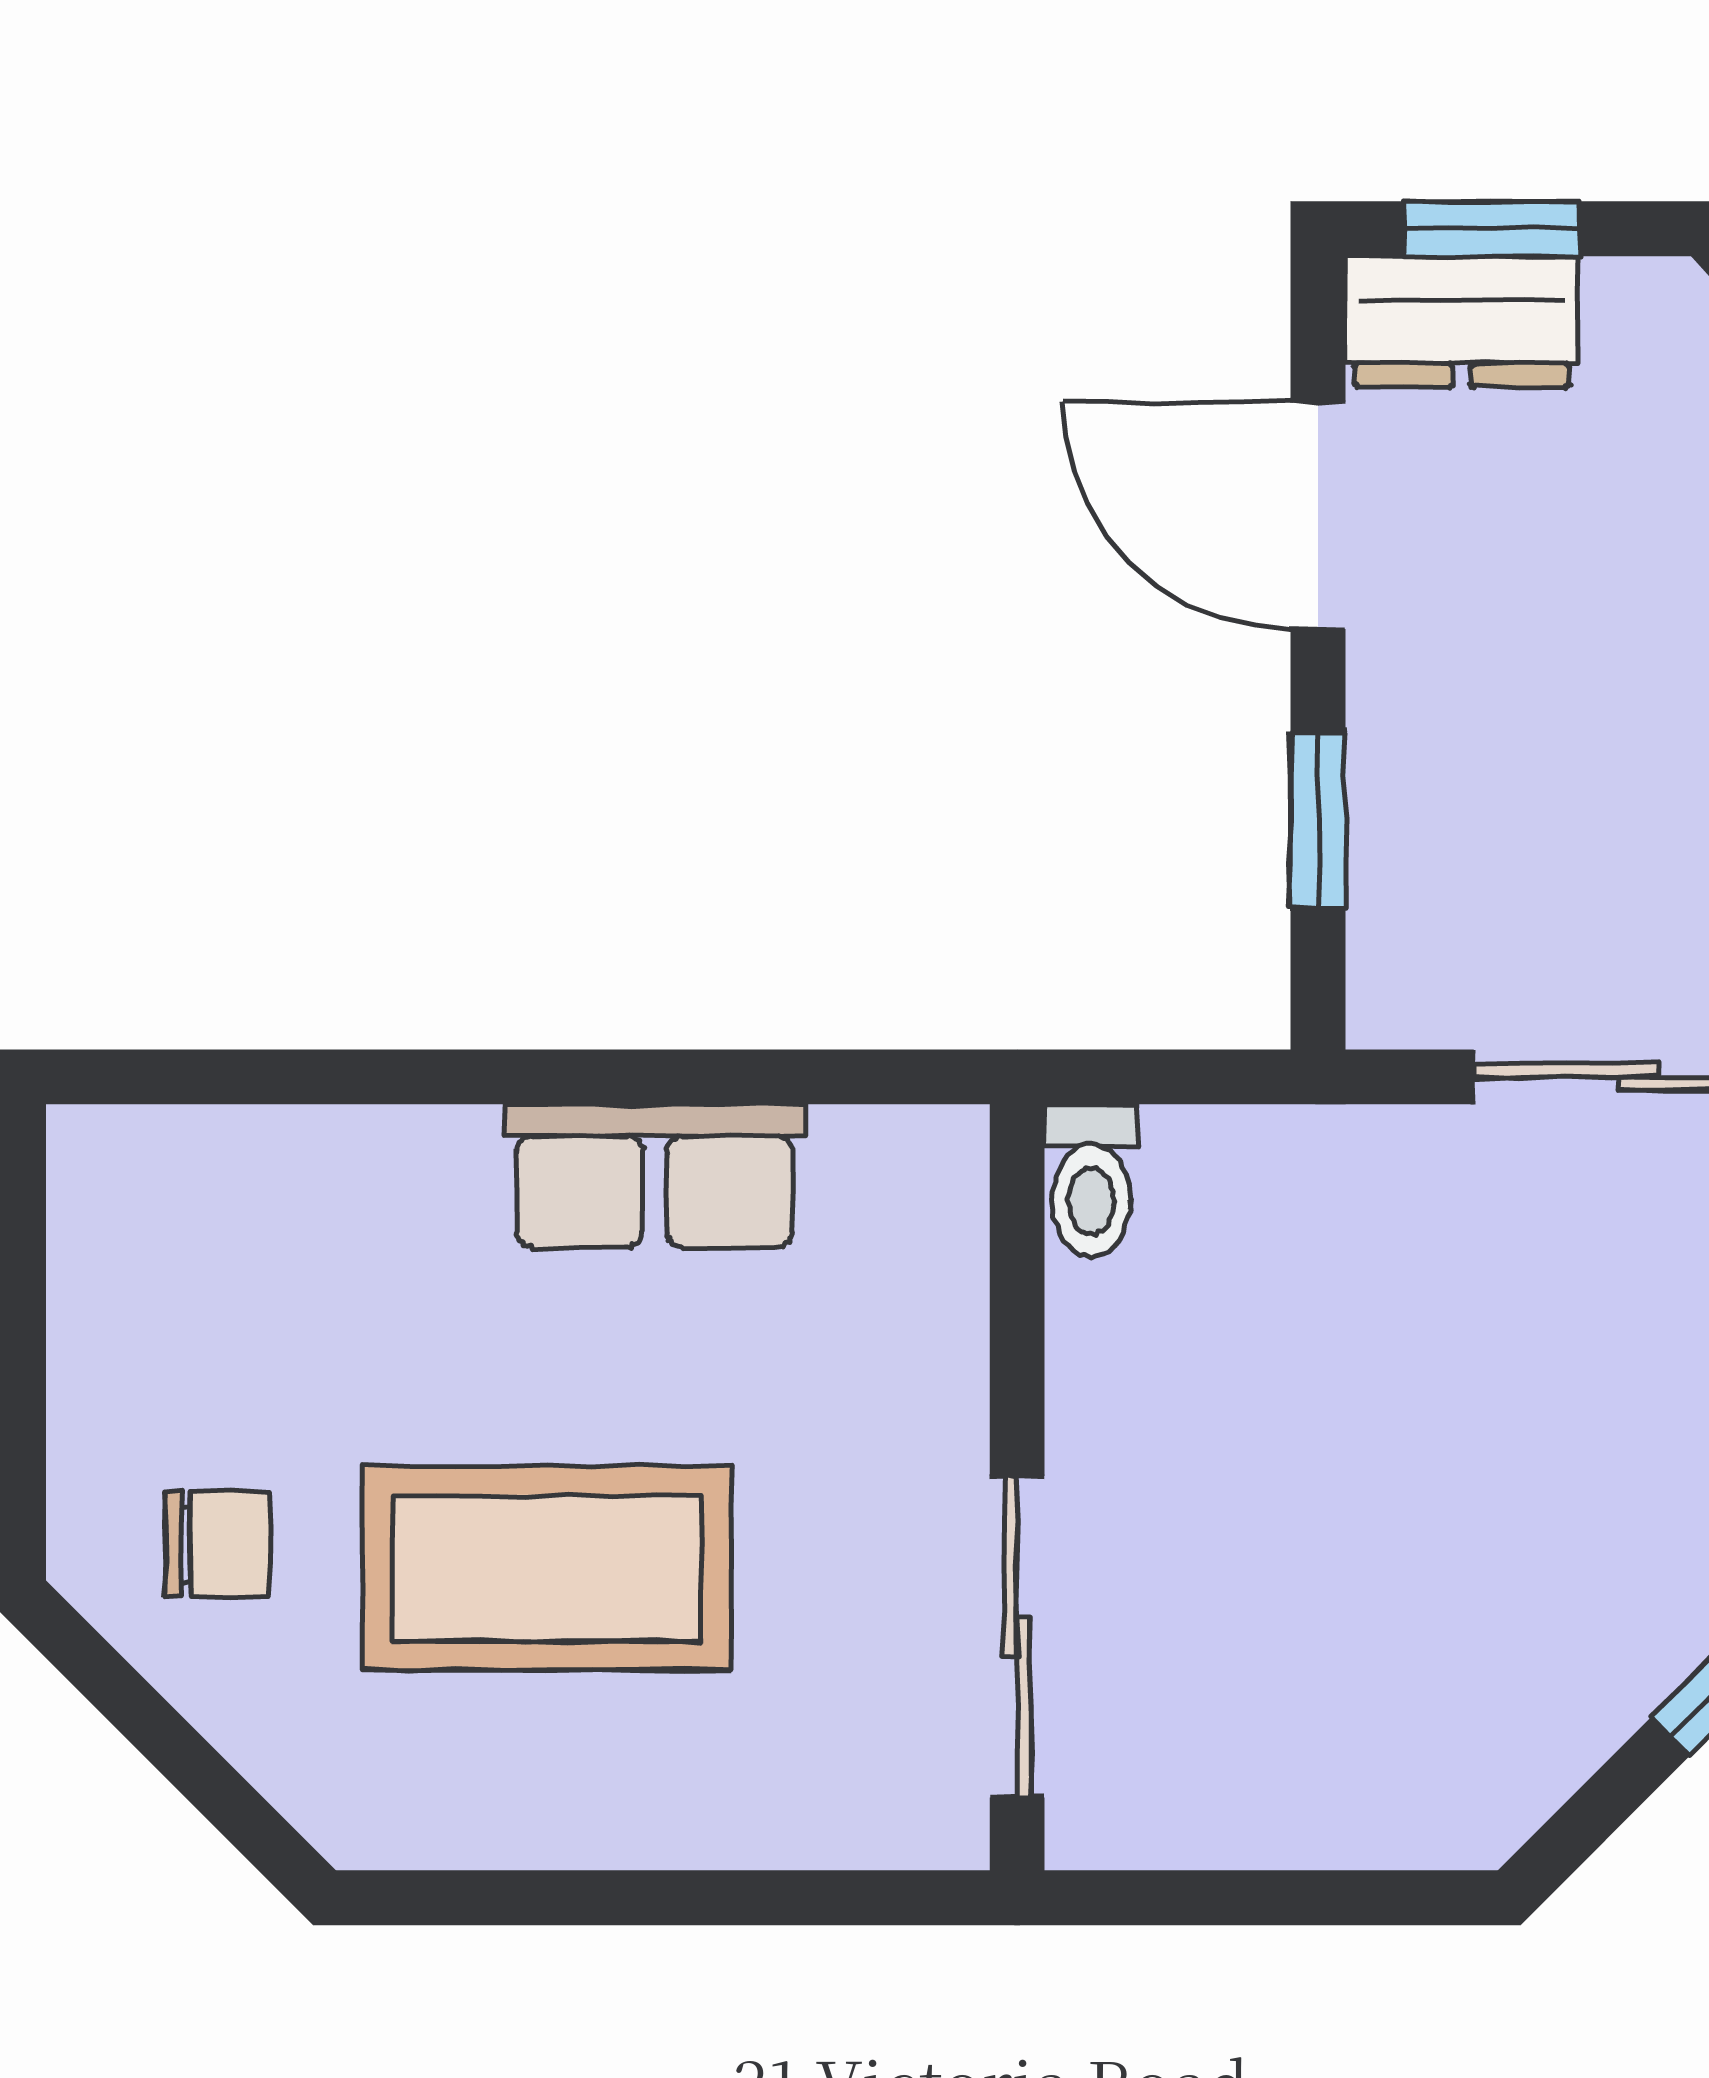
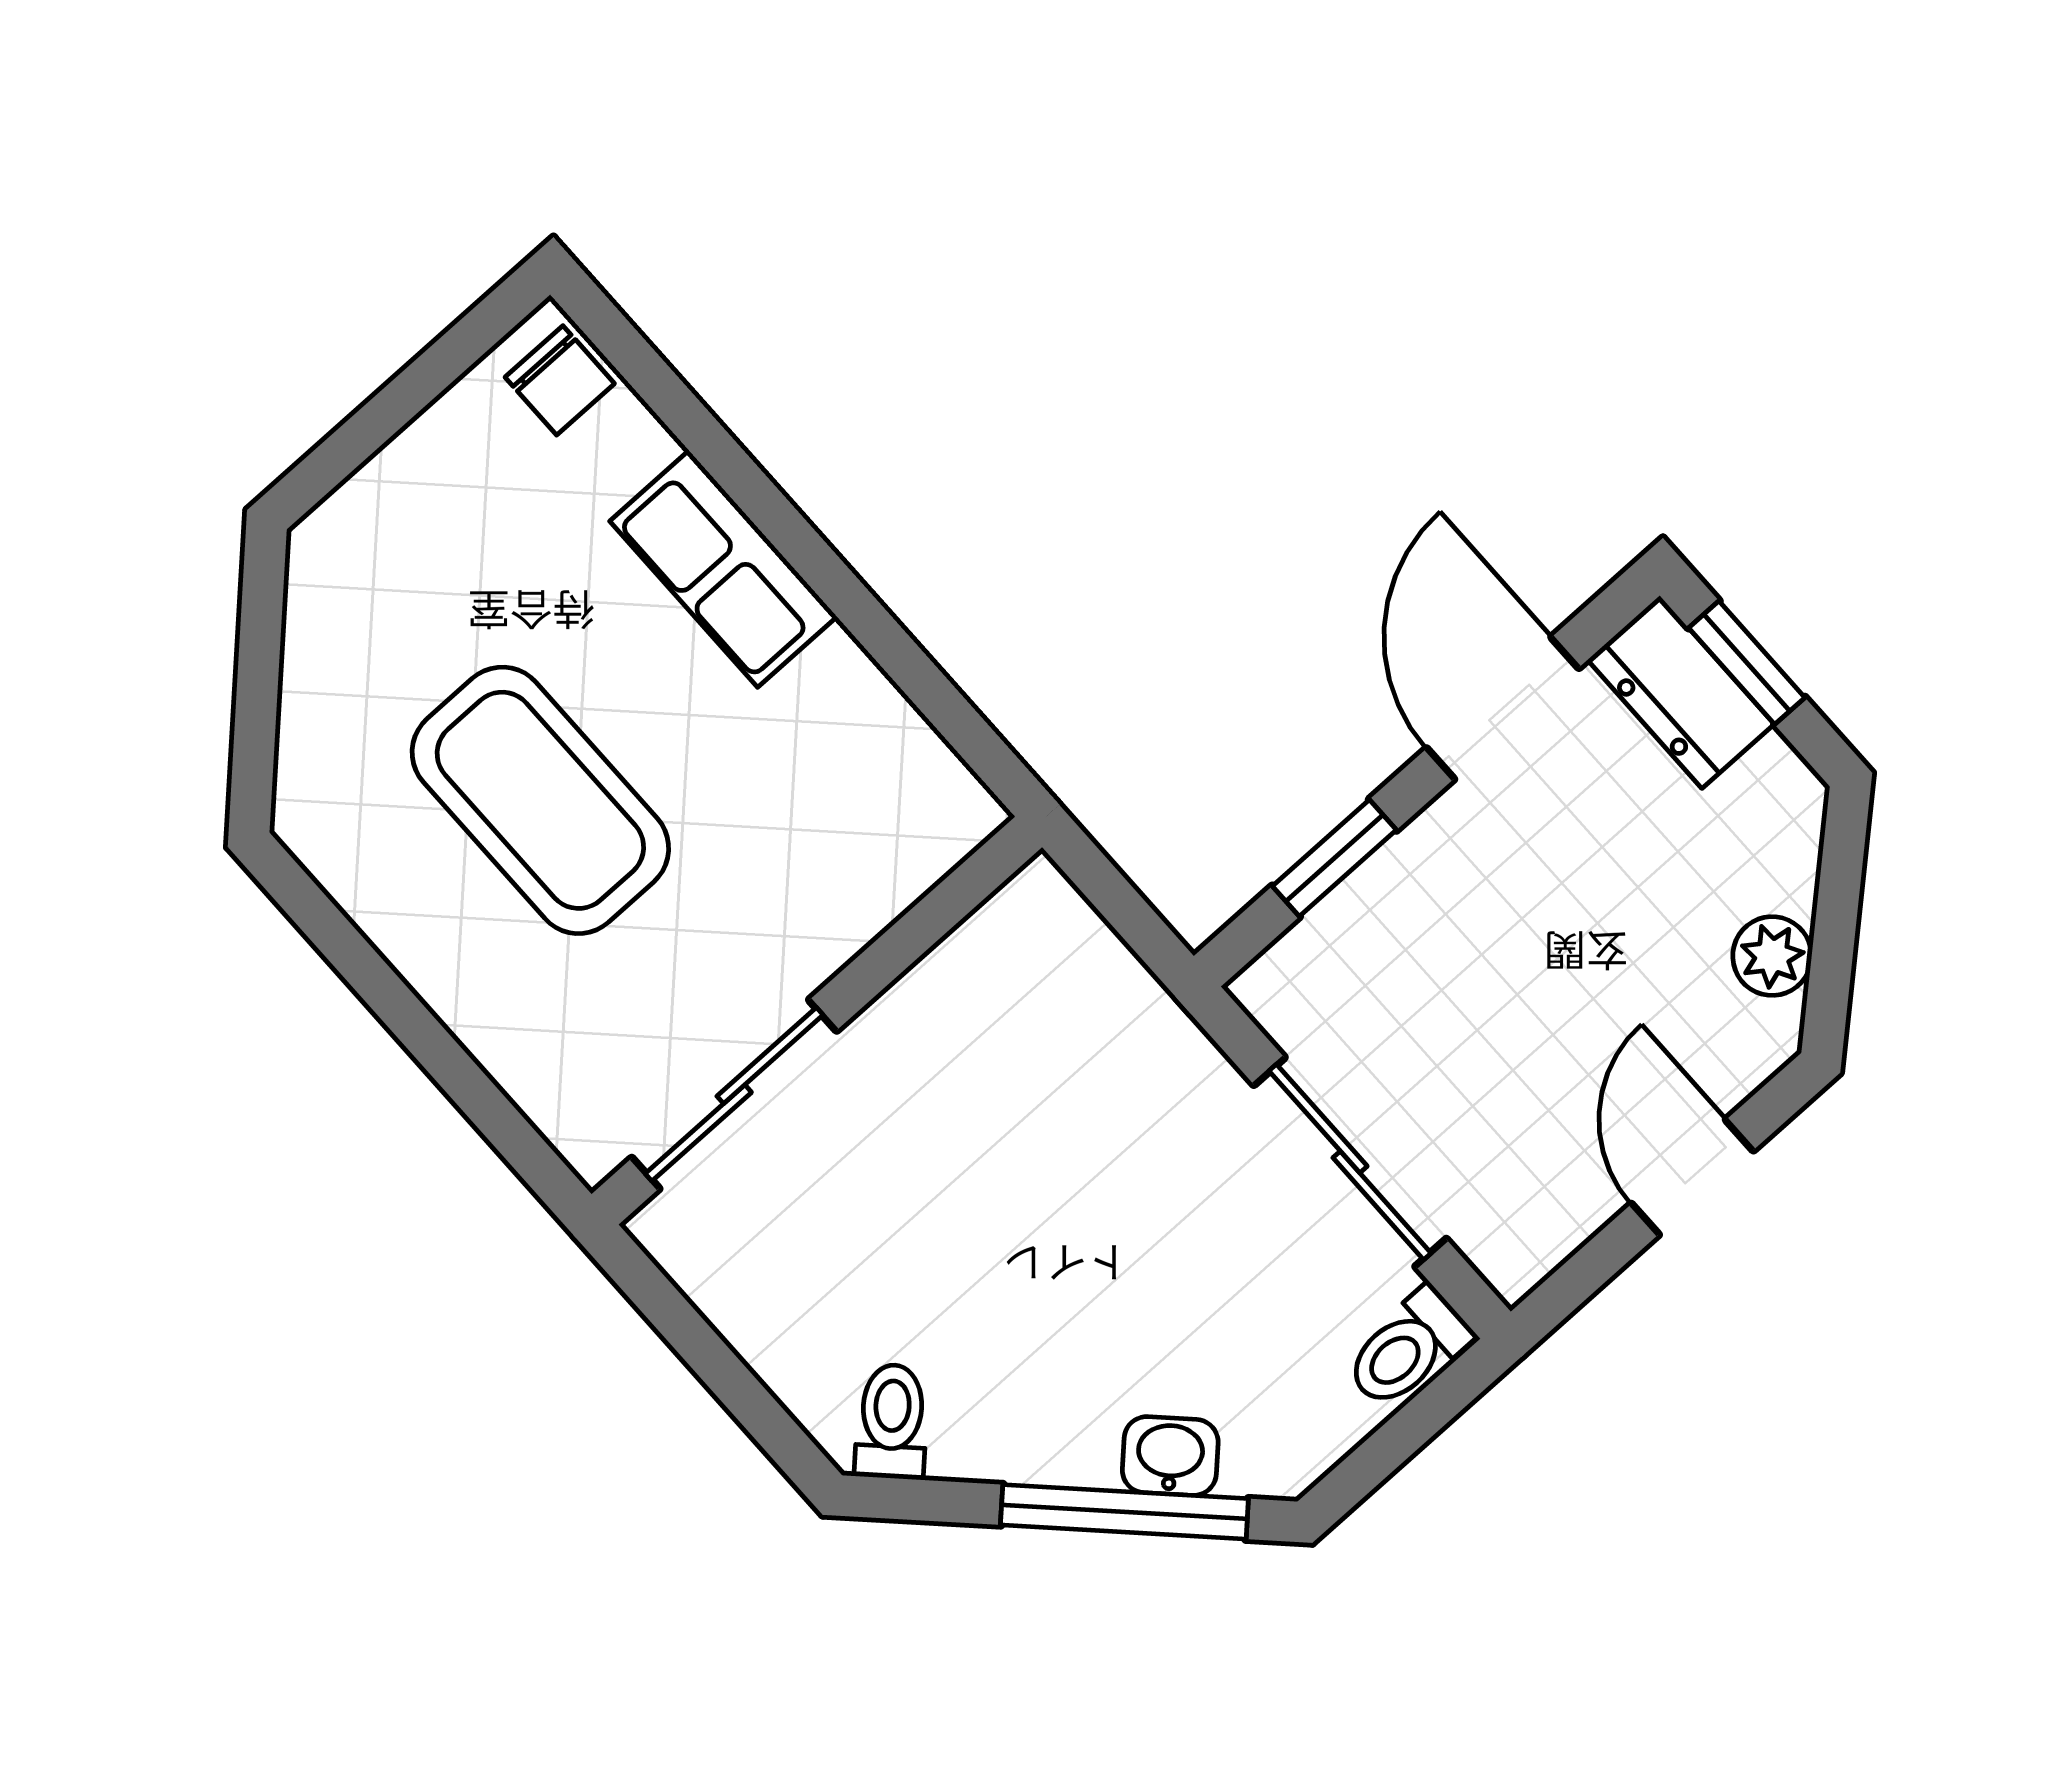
row of seats: (655, 1176) -> (723, 569), moved
toilet: (1091, 1180) -> (892, 1422), moved, turned 135
chair: (217, 1545) -> (560, 380), moved

